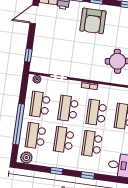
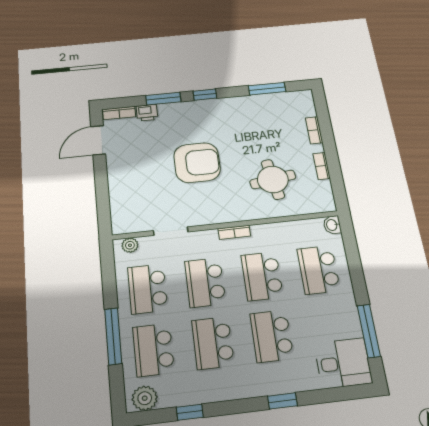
armchair: (93, 21) -> (197, 163), moved, turned -90
window: (28, 55) -> (103, 208), removed
window: (19, 124) -> (113, 336), width x0.68
window: (57, 171) -> (190, 412), moved

